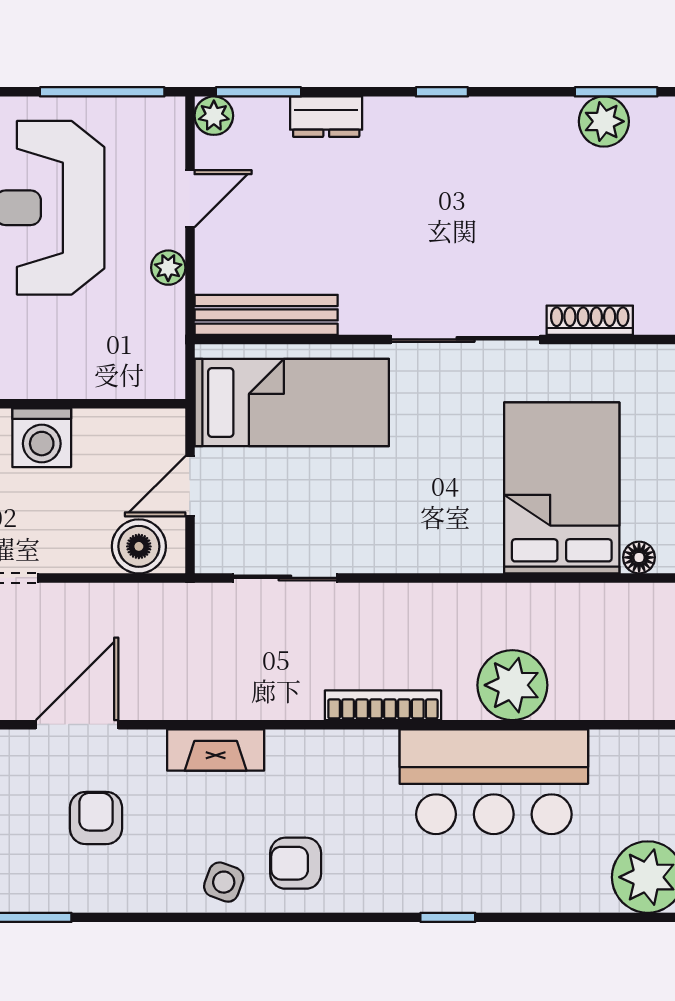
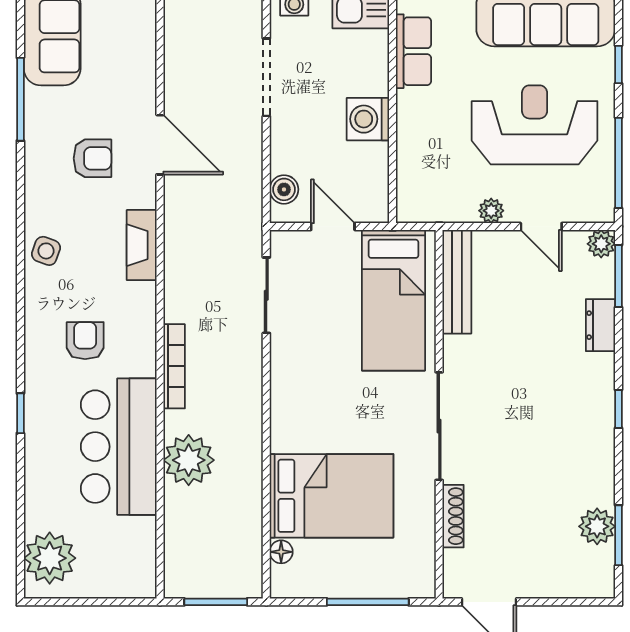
boiler: (139, 546) -> (284, 189), width x0.73, depth x0.73
armchair: (296, 863) -> (85, 341), moved

